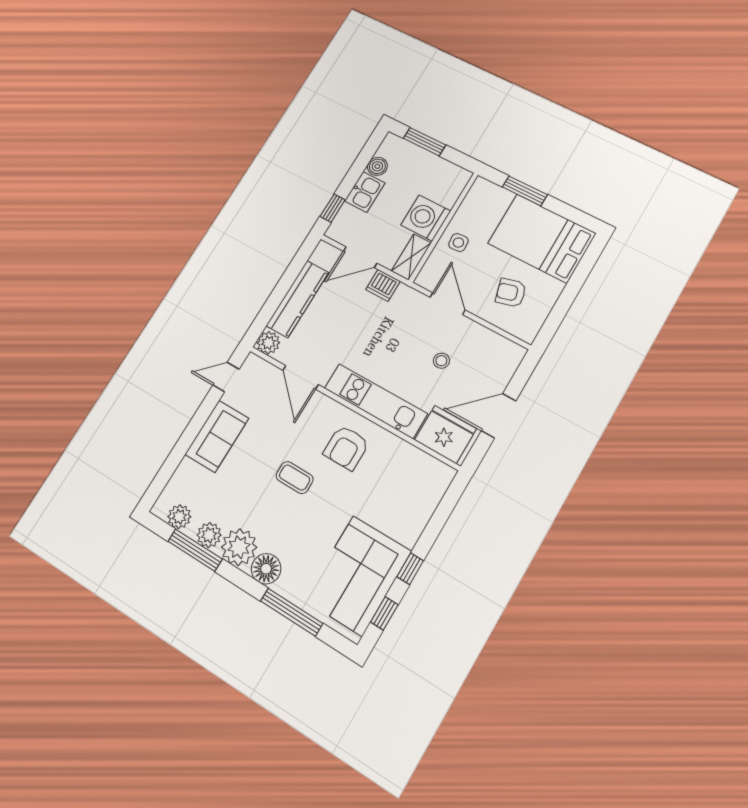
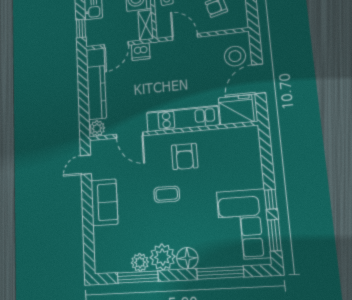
stool: (441, 361) -> (235, 56), moved, width x1.89, depth x1.89
plant: (179, 517) -> (115, 264), removed
window: (384, 613) -> (274, 235), width x1.50

